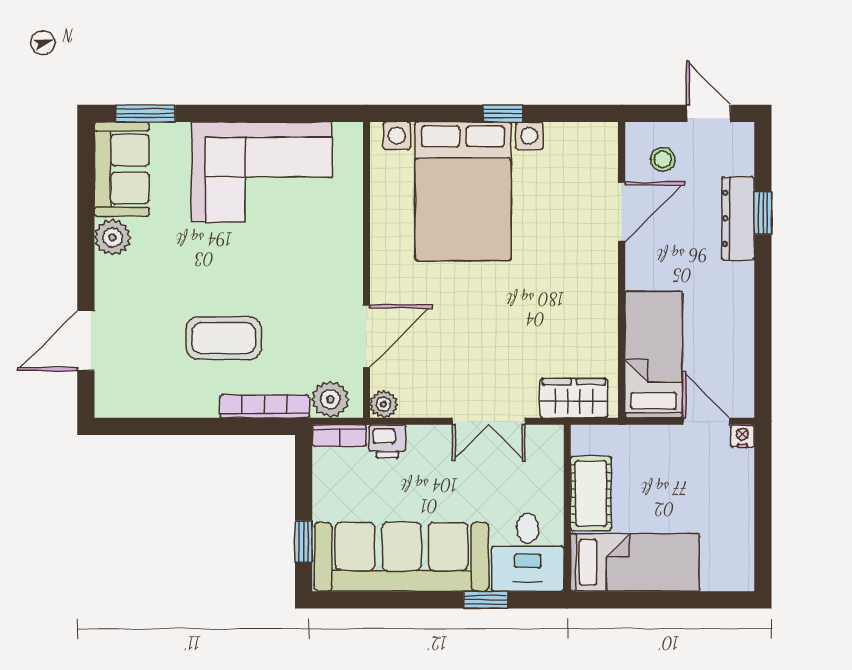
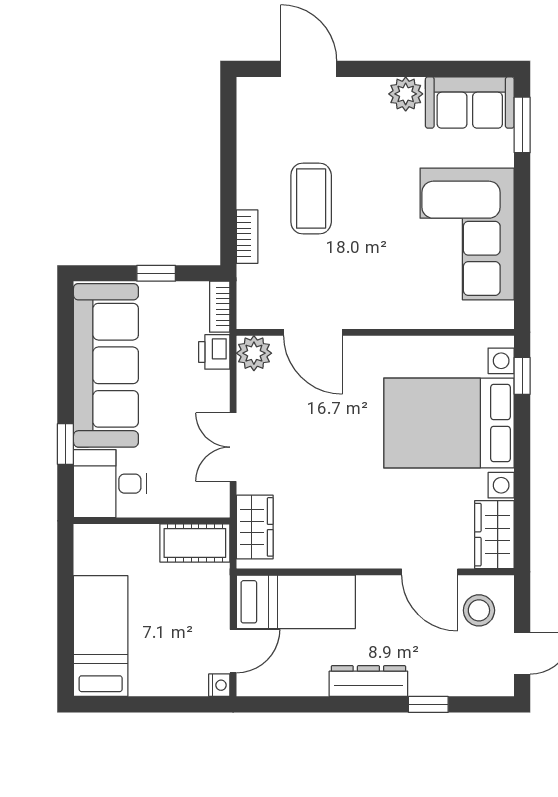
window: (503, 113) -> (522, 376), moved
wardrobe: (582, 143) -> (494, 535), added
stool: (663, 159) -> (479, 610), width x1.37, depth x1.37
dresser: (738, 218) -> (368, 681), moved
plant: (330, 399) -> (254, 298), removed
plant: (384, 404) -> (254, 353), width x1.38, depth x1.38
bookcase: (264, 406) -> (247, 237), width x0.64
cot: (591, 493) -> (195, 543), moved
window: (304, 542) -> (156, 273), moved
bed: (635, 562) -> (101, 636), moved, turned 180

